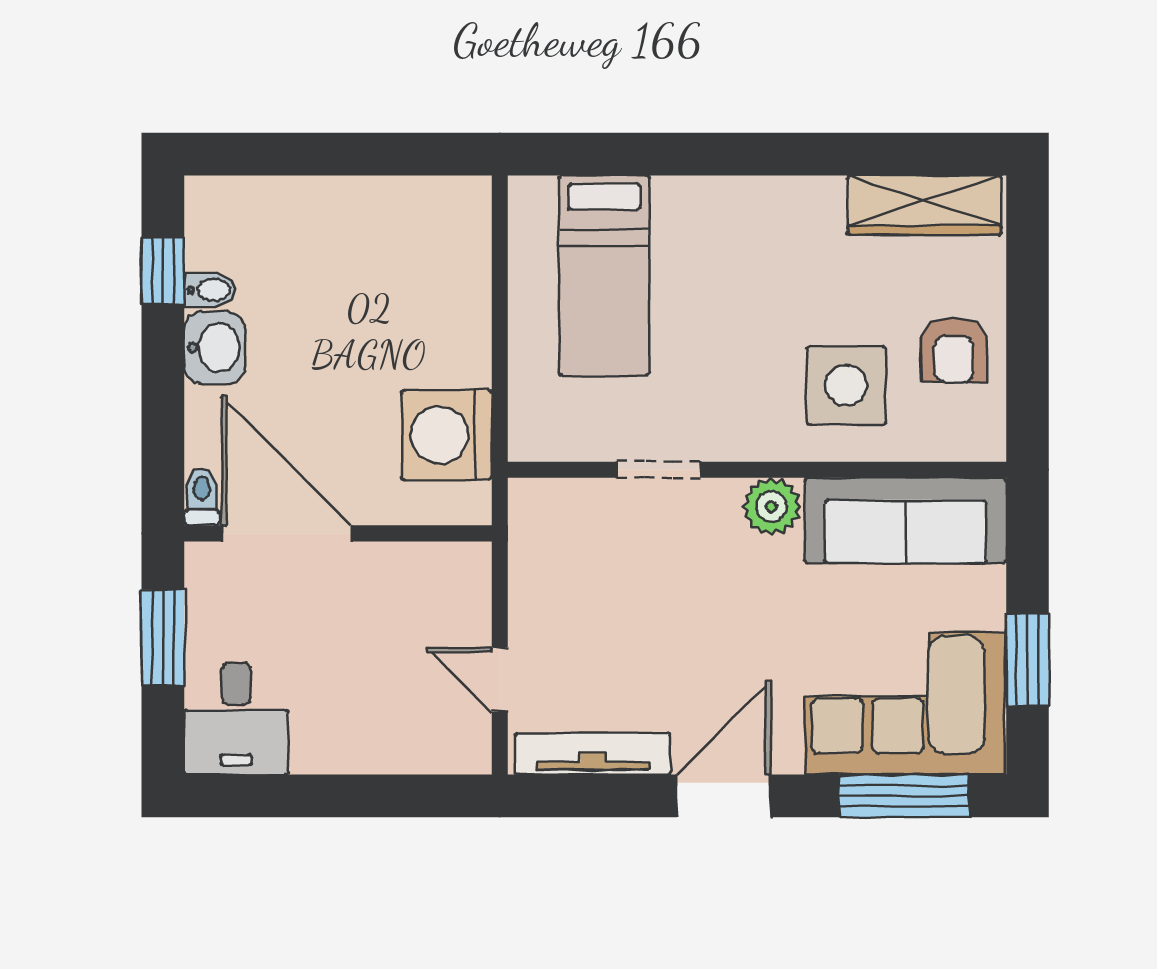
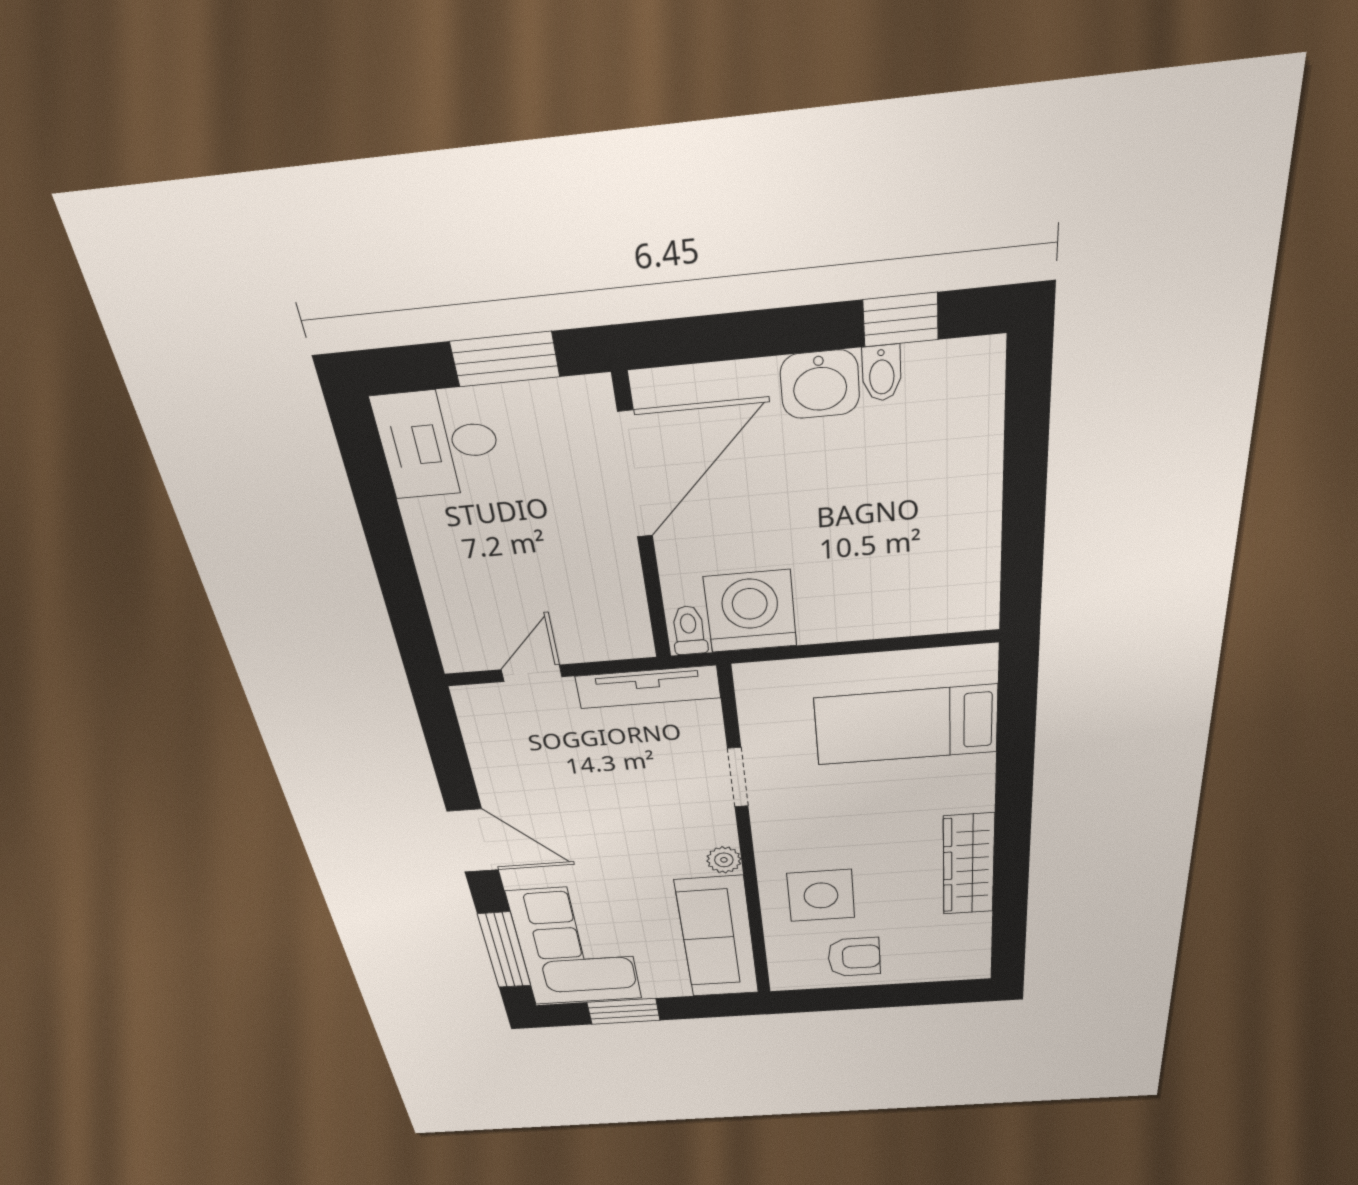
wardrobe: (924, 205) -> (969, 865), moved
armchair: (954, 350) -> (854, 957), turned 180
toilet: (202, 497) -> (689, 630), moved, turned -90
plant: (771, 507) -> (724, 860), width x0.73, depth x0.73
tv unit: (593, 754) -> (648, 687), moved, turned 90

